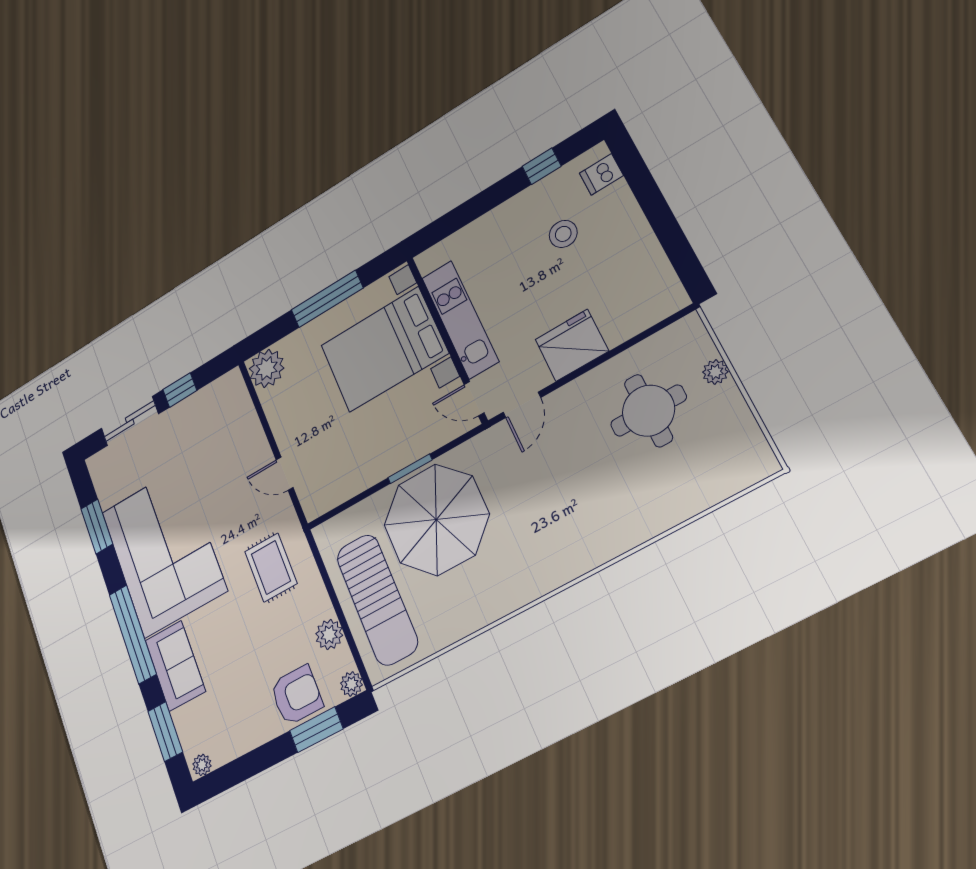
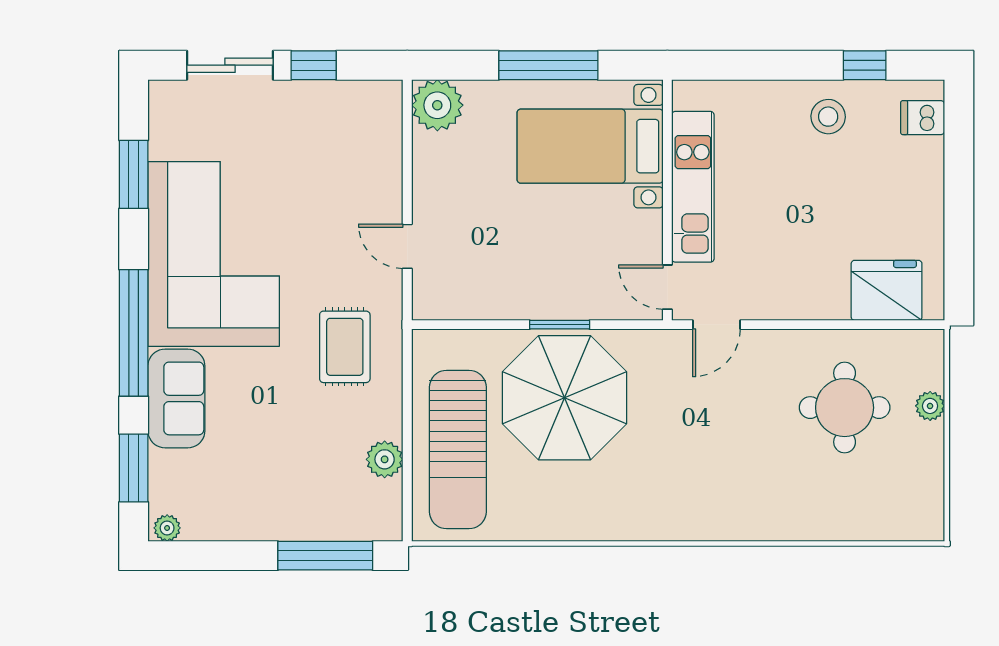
stool: (563, 234) -> (828, 117), moved
fridge: (572, 345) -> (887, 290), moved
bed with nightstands: (384, 349) -> (590, 146), width x0.73
plant: (351, 684) -> (388, 526), removed
armchair: (296, 695) -> (317, 507), removed
window: (316, 730) -> (325, 556), width x1.44

